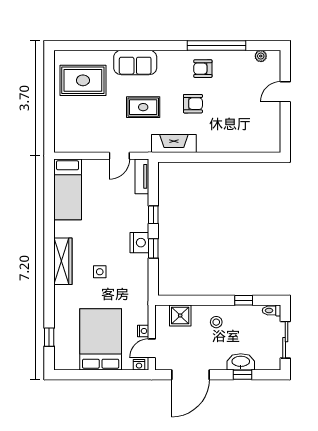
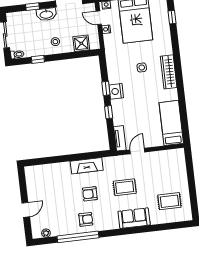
rug: (83, 80) -> (169, 201), width x0.73, depth x0.70
fireplace: (174, 143) -> (87, 166), moved
door: (152, 348) -> (99, 18), swing flipped
washbasin: (241, 362) -> (46, 14), moved

